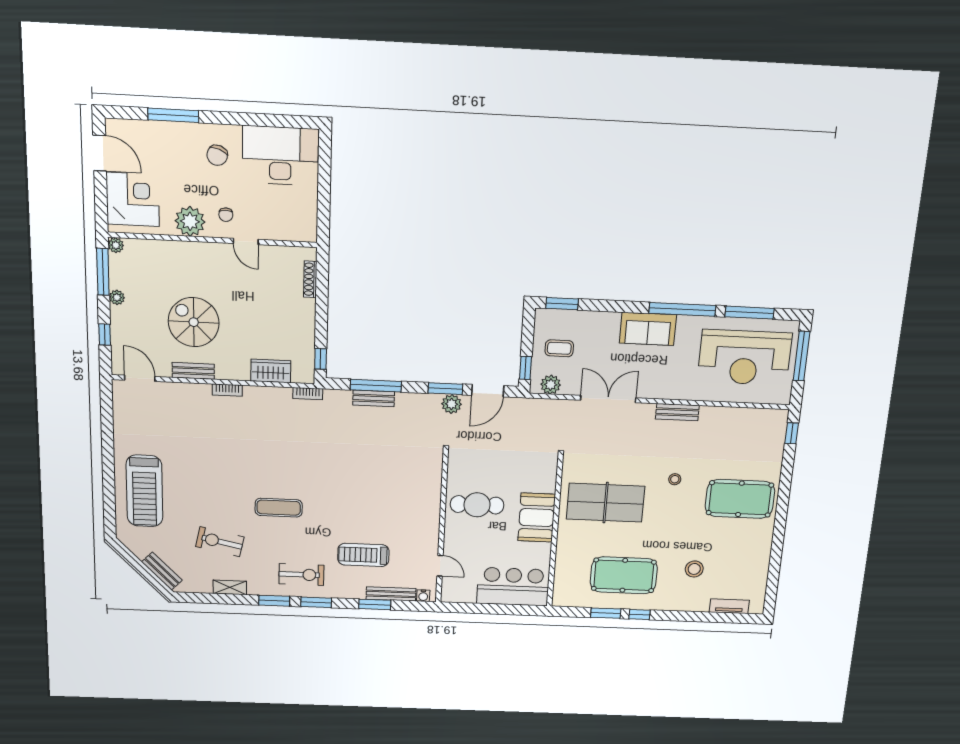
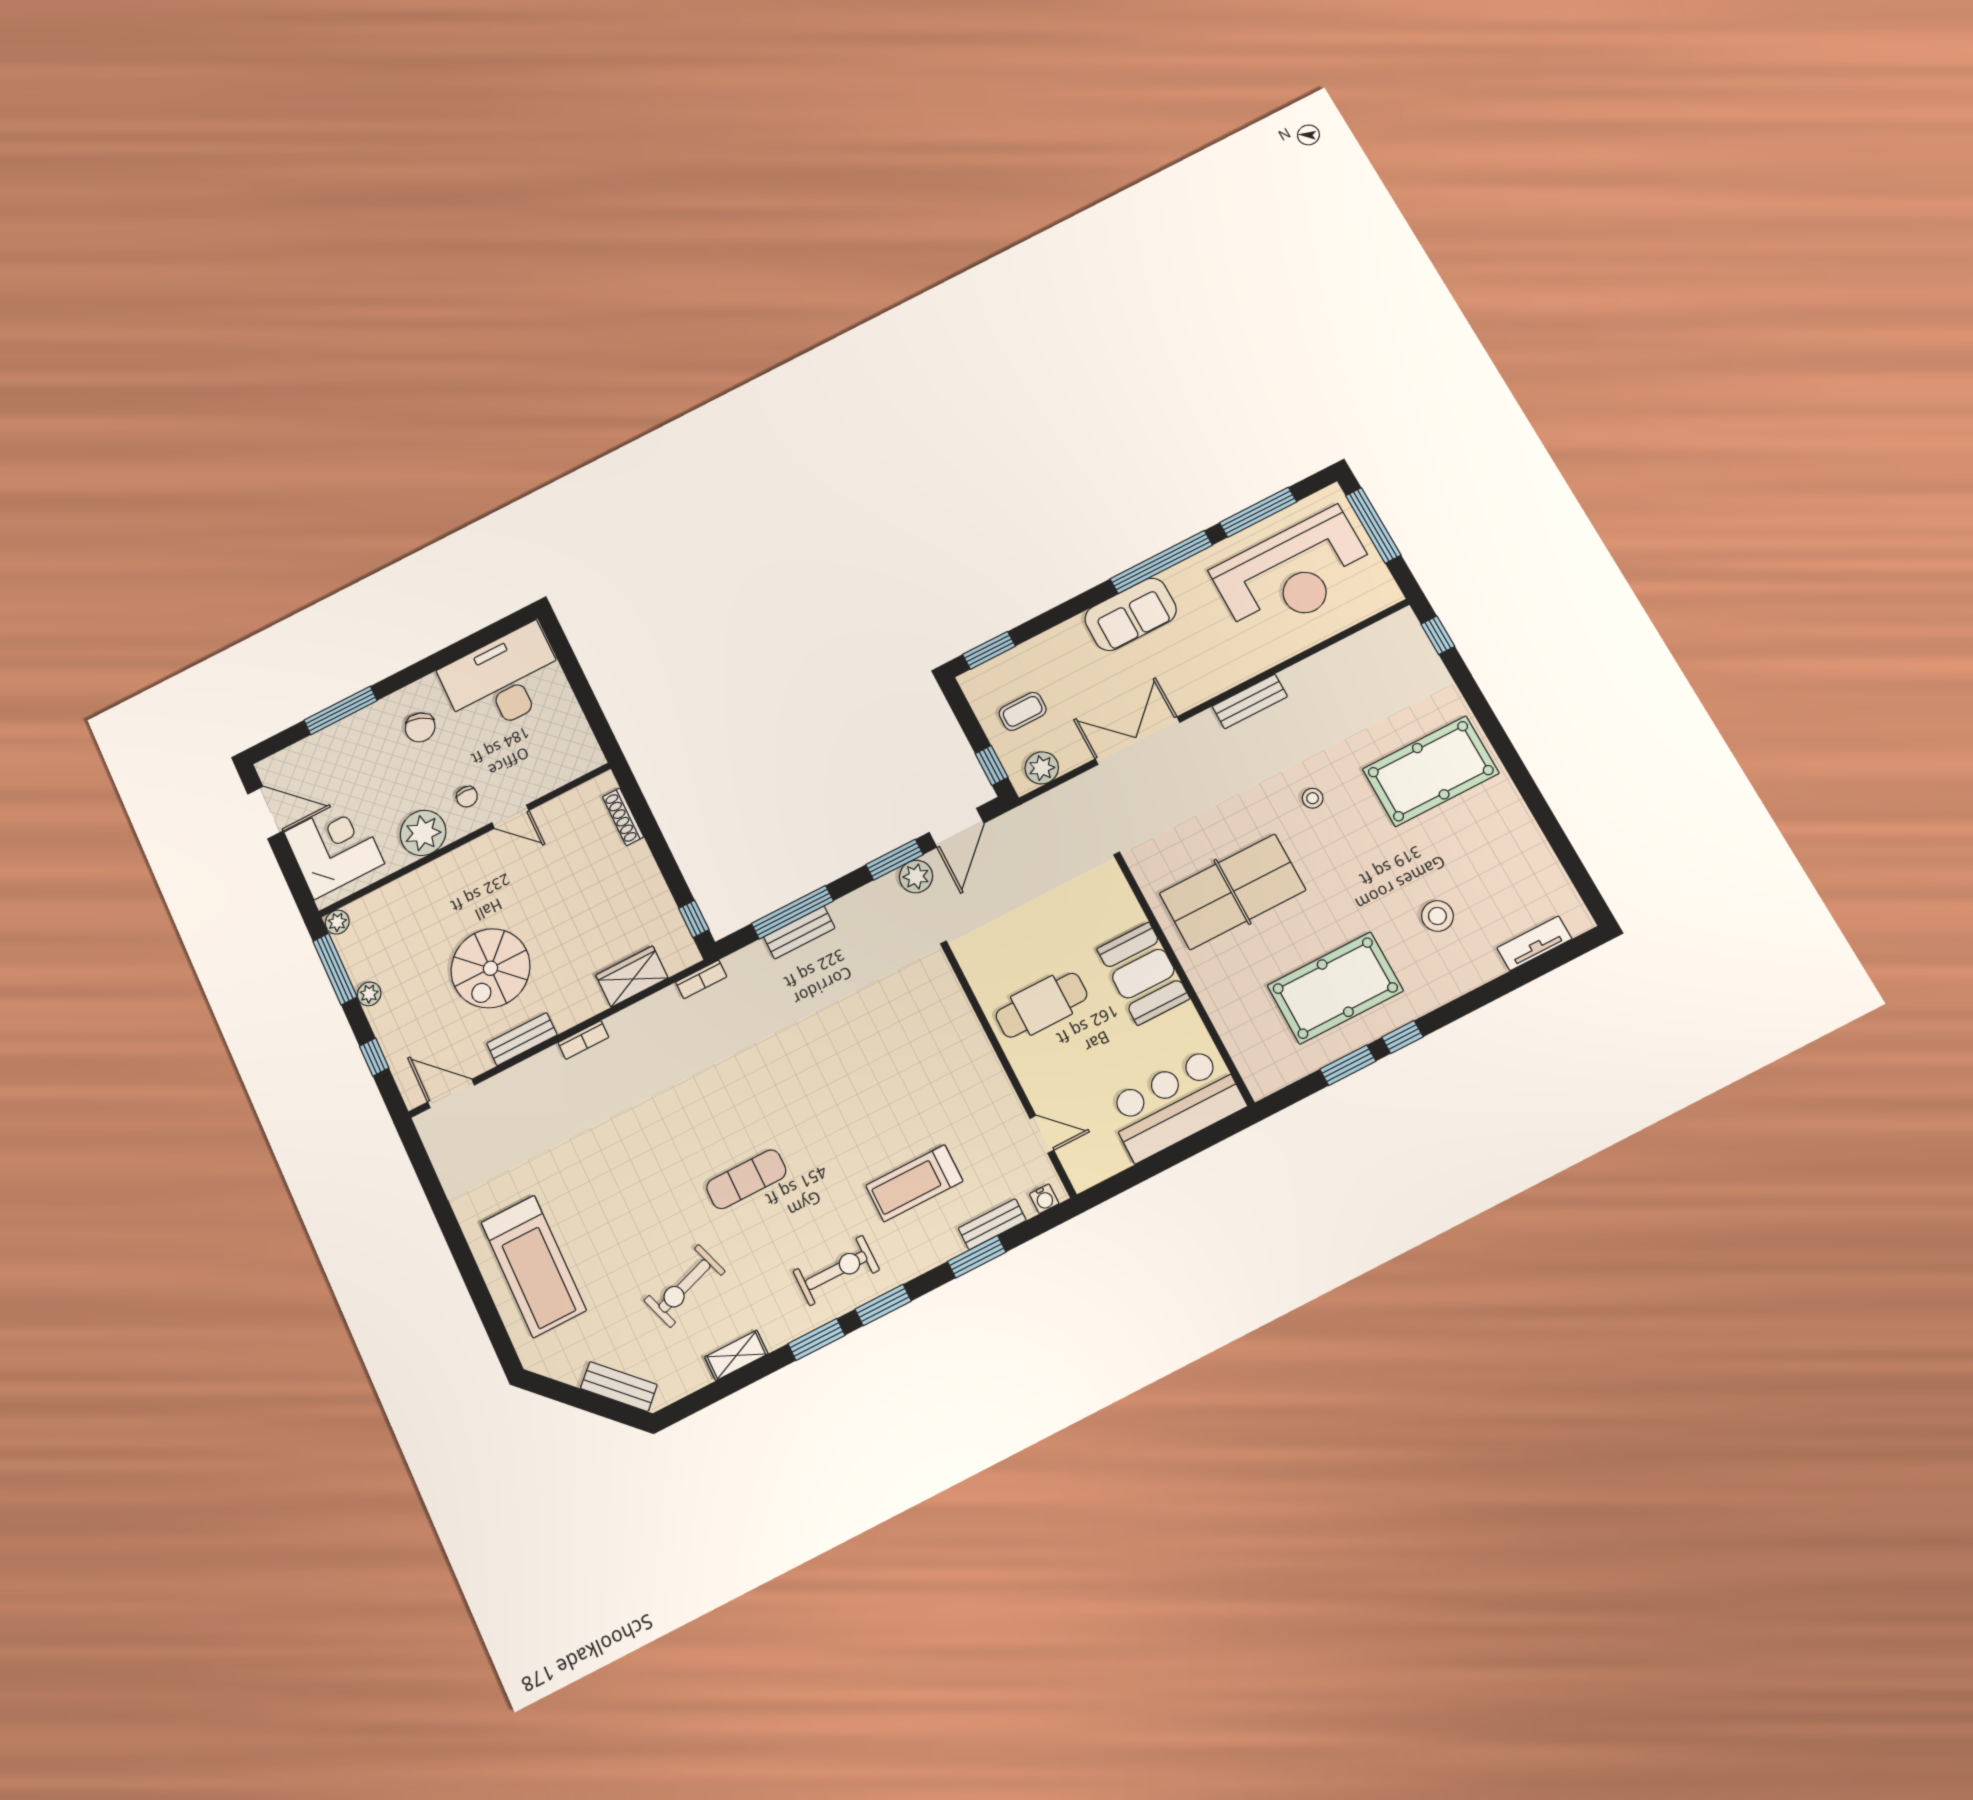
spiral stairs: (194, 322) -> (490, 968), turned -90
exercise bike: (220, 542) -> (685, 1286), turned -31
bench: (391, 594) -> (992, 1224), width x0.73

